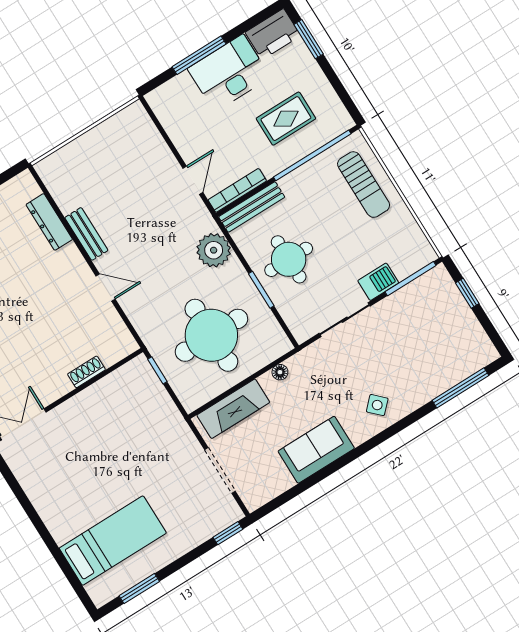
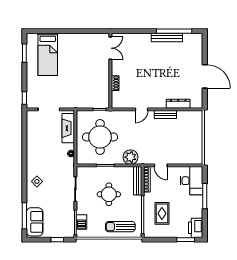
desk: (229, 73) -> (192, 181), moved
round table: (289, 259) -> (109, 194), moved
barbecue: (378, 282) -> (82, 222), moved
sofa: (316, 450) -> (35, 222), moved

